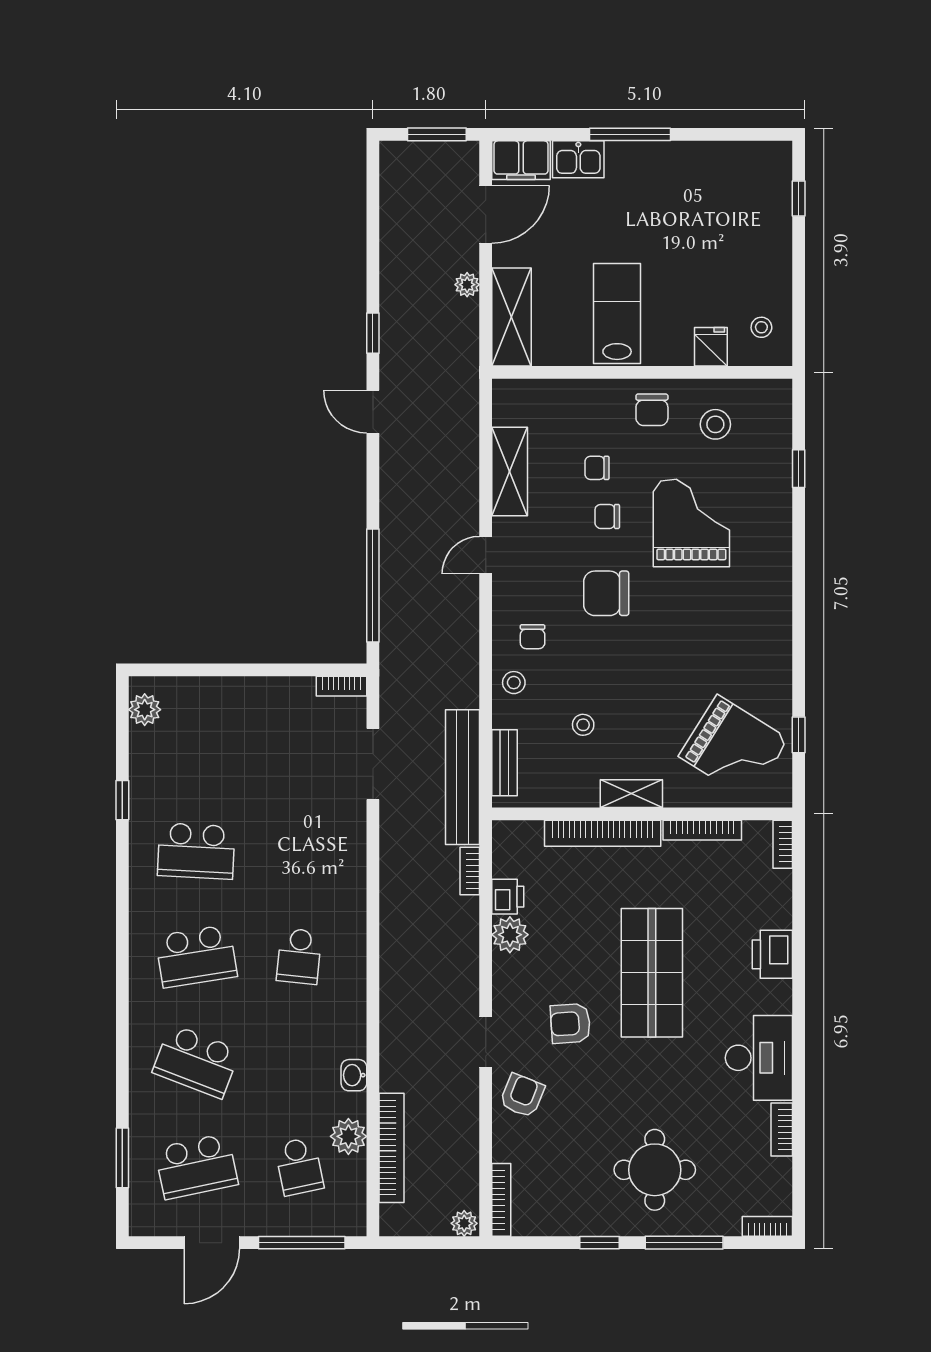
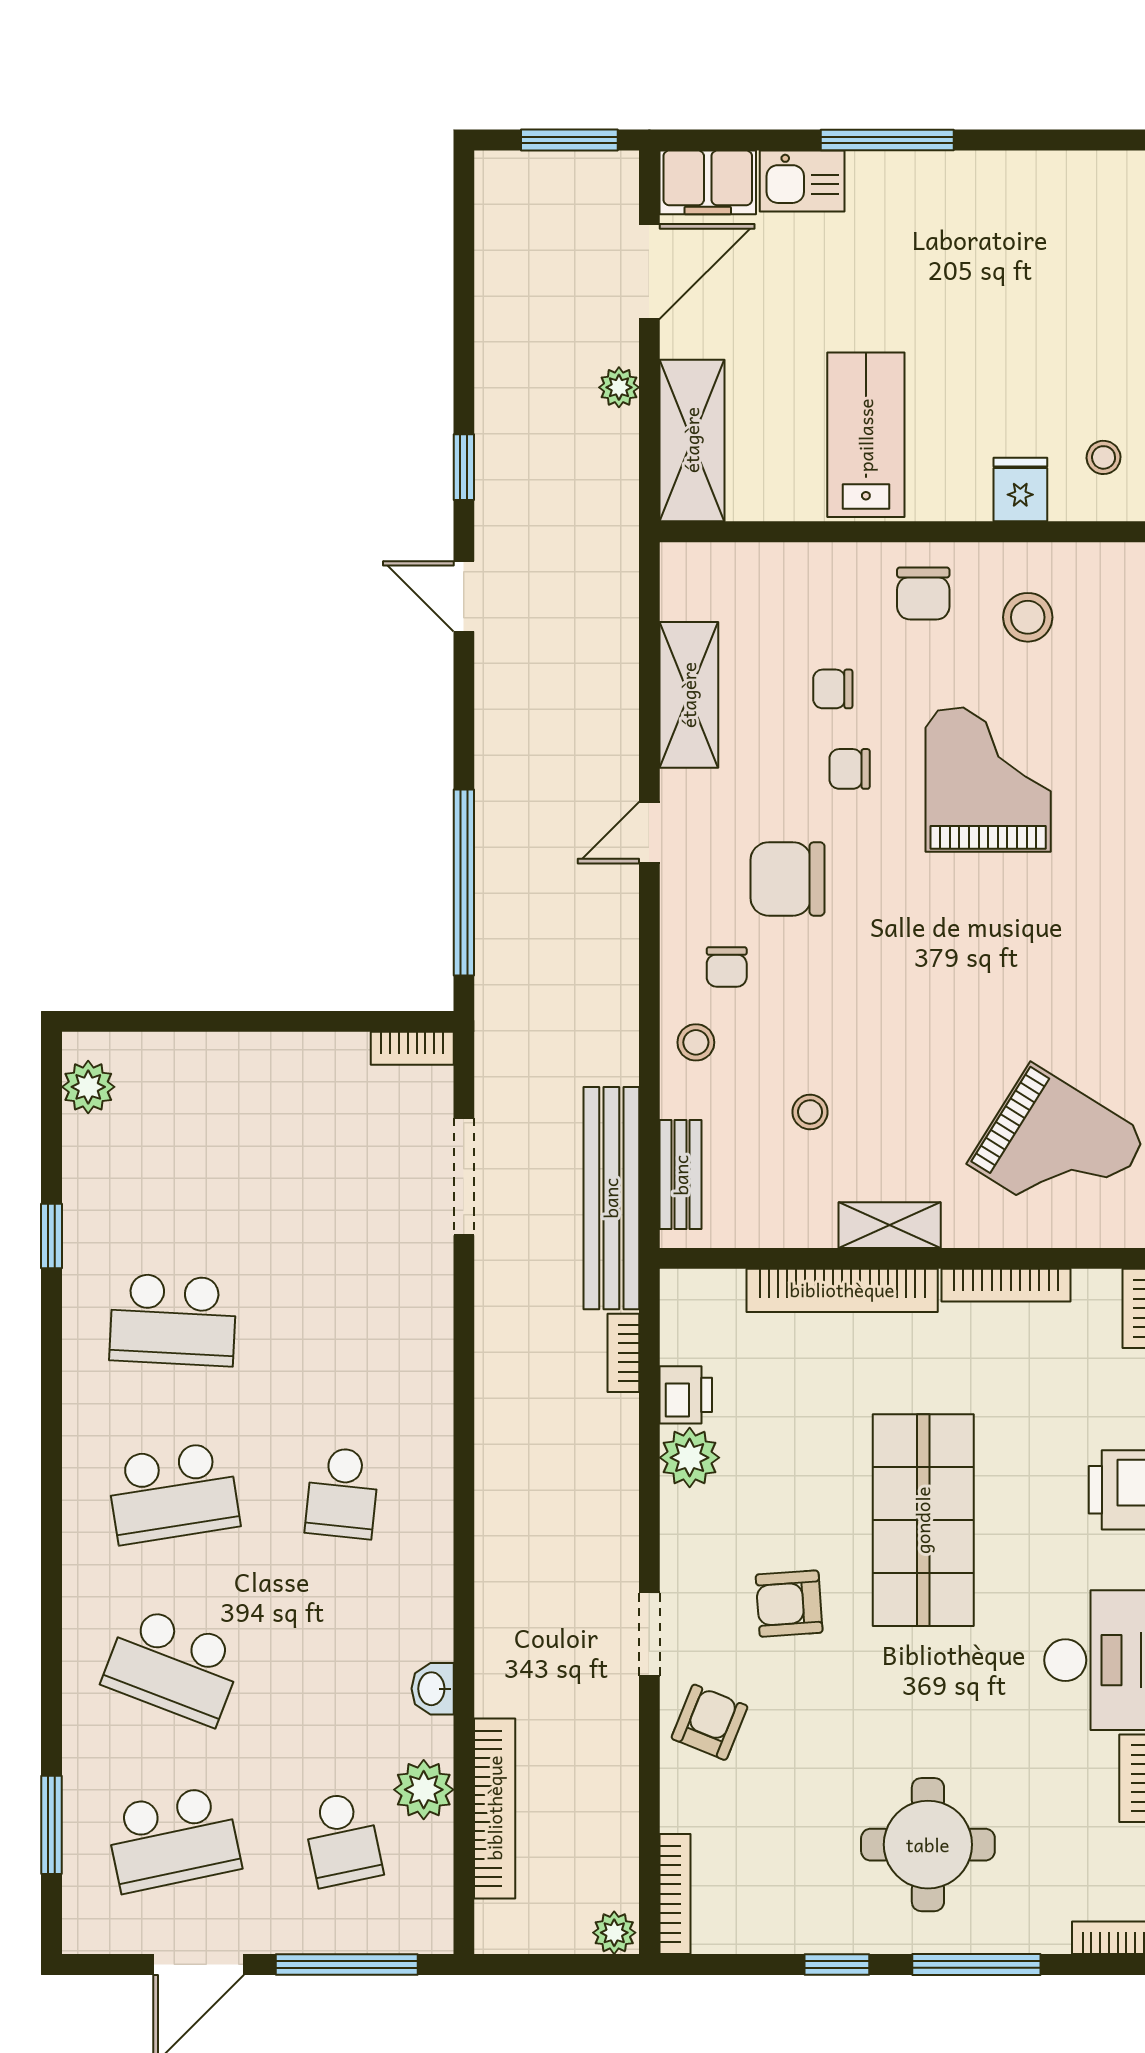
chair: (606, 593) -> (787, 879), moved

